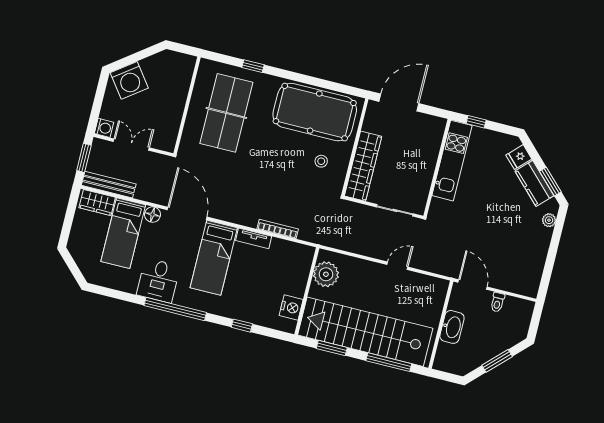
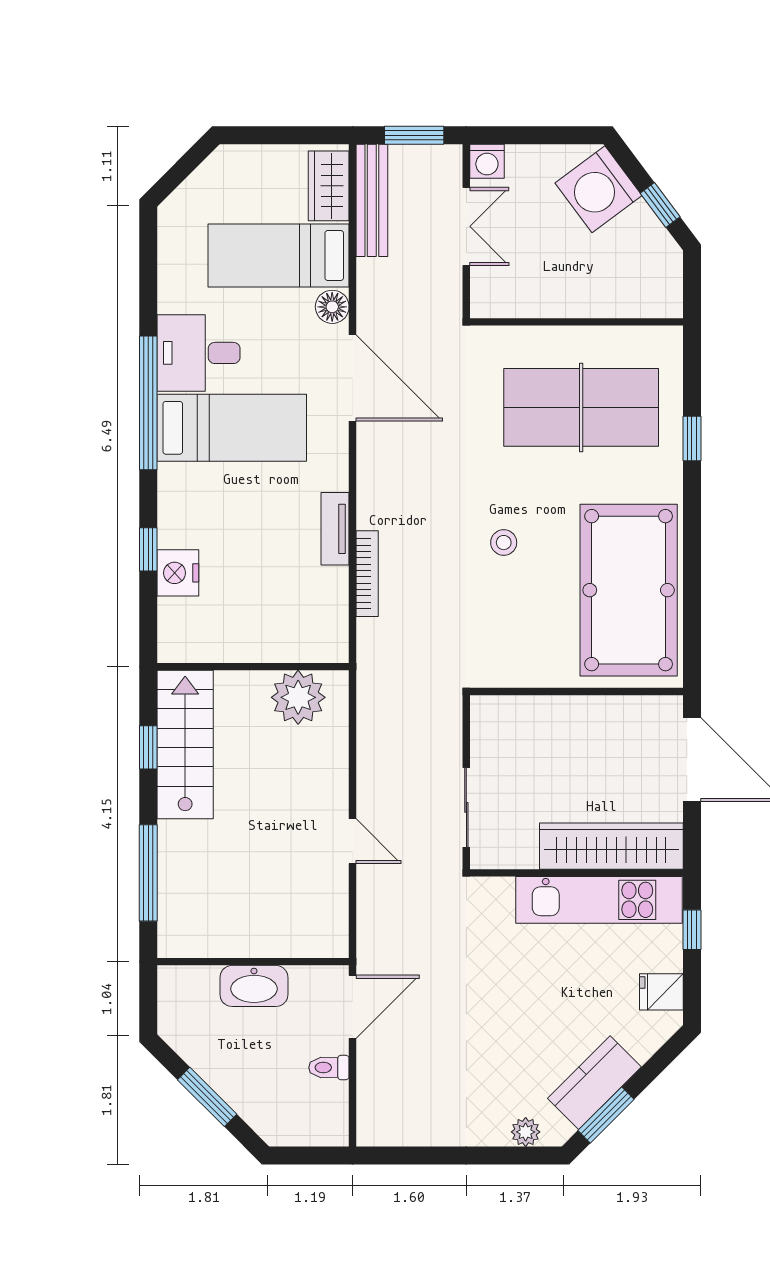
window: (143, 54) -> (660, 205), added
fridge: (519, 157) -> (661, 992), moved, turned -45
stool: (321, 161) -> (504, 543), moved
wardrobe: (363, 166) -> (611, 846), moved, turned 180
door: (187, 213) -> (353, 378), hinge flipped
bed: (214, 258) -> (232, 428), moved, turned 180
nightstand: (291, 308) -> (178, 573), moved, turned 90
stairs: (365, 332) -> (185, 745), width x0.54, depth x0.66
window: (332, 348) -> (148, 747), width x0.67

